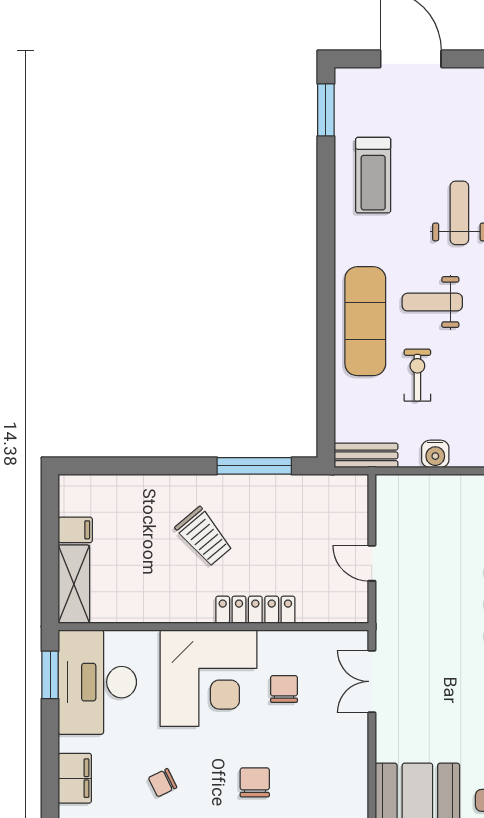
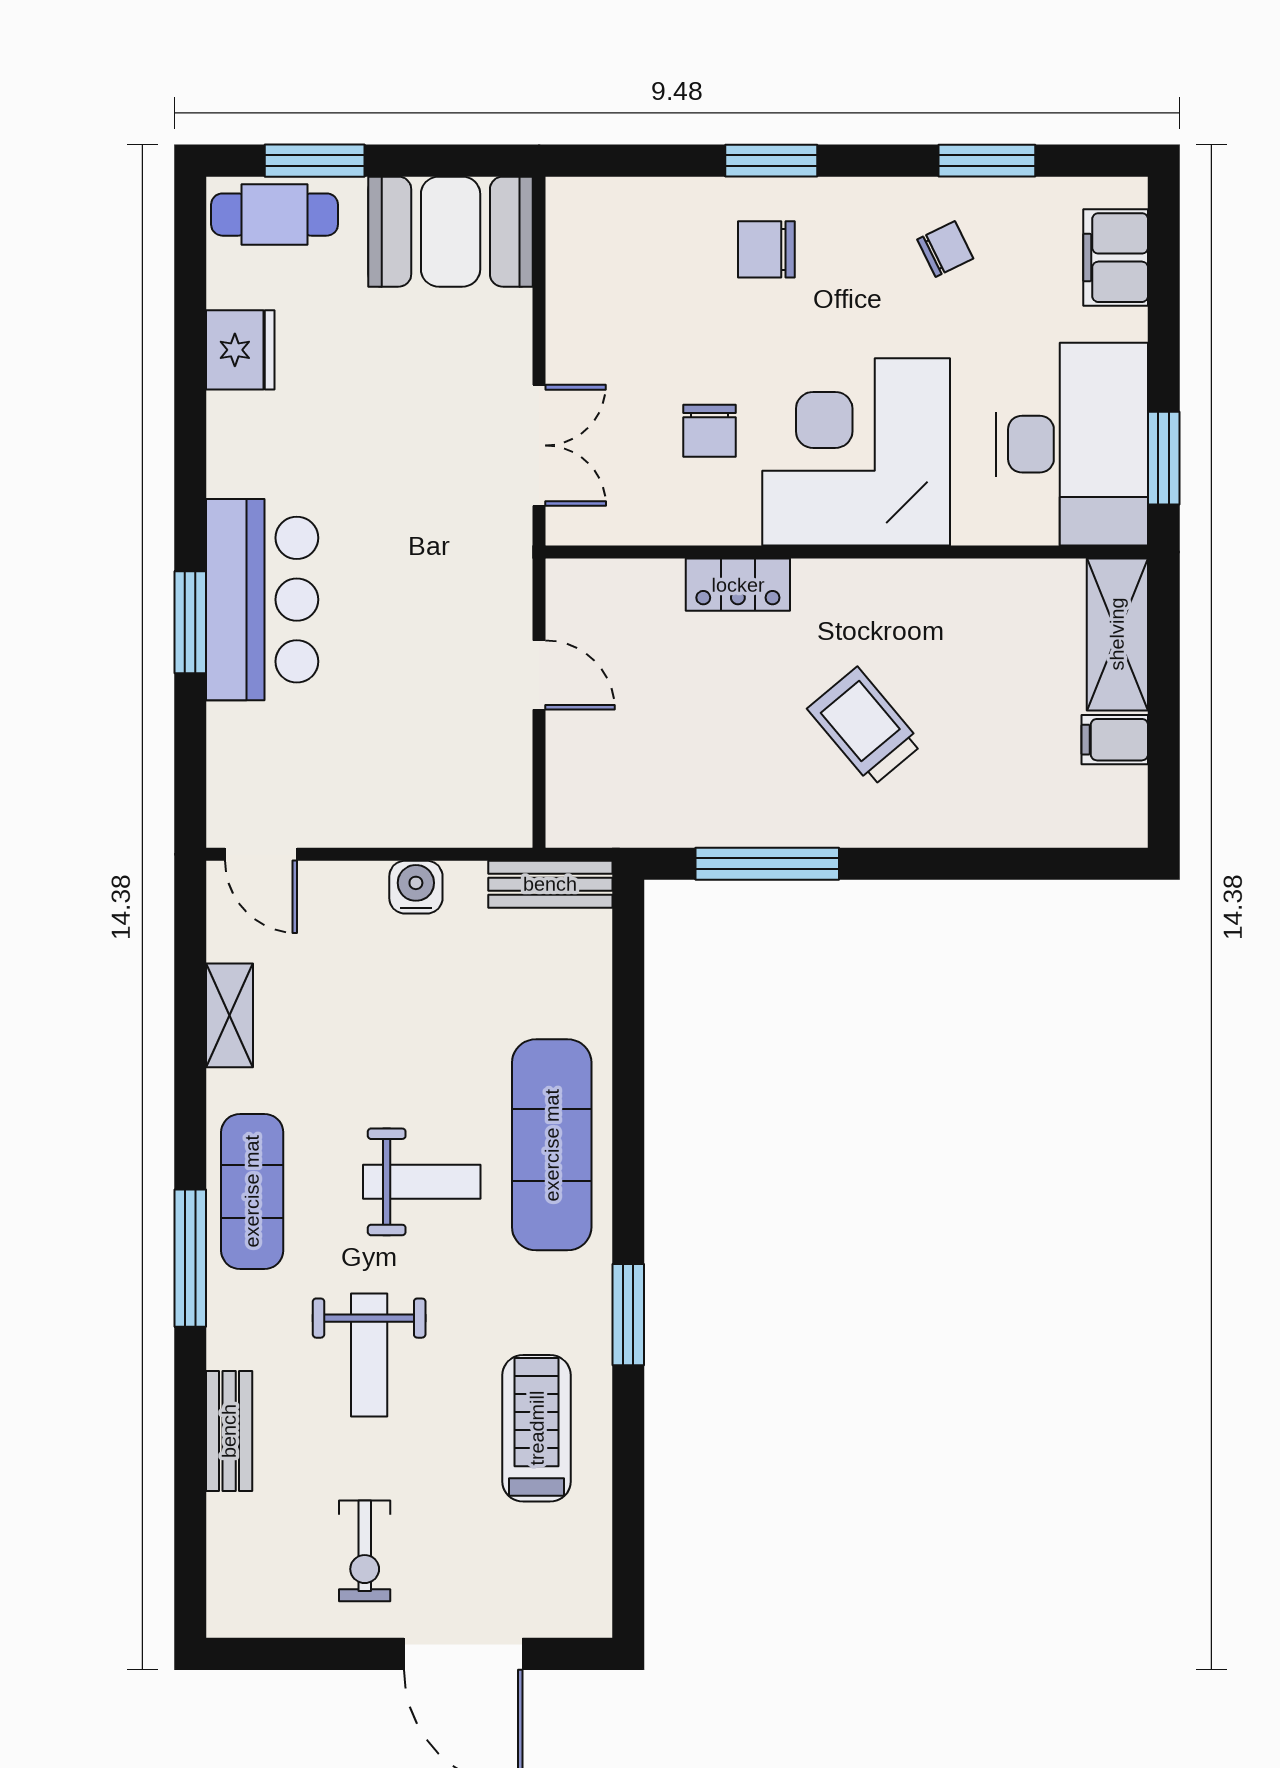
window: (326, 110) -> (628, 1315), moved
exercise bike: (417, 375) -> (365, 1551), moved
locker: (255, 610) -> (738, 585), width x0.66
chair: (255, 782) -> (766, 249), turned 90

